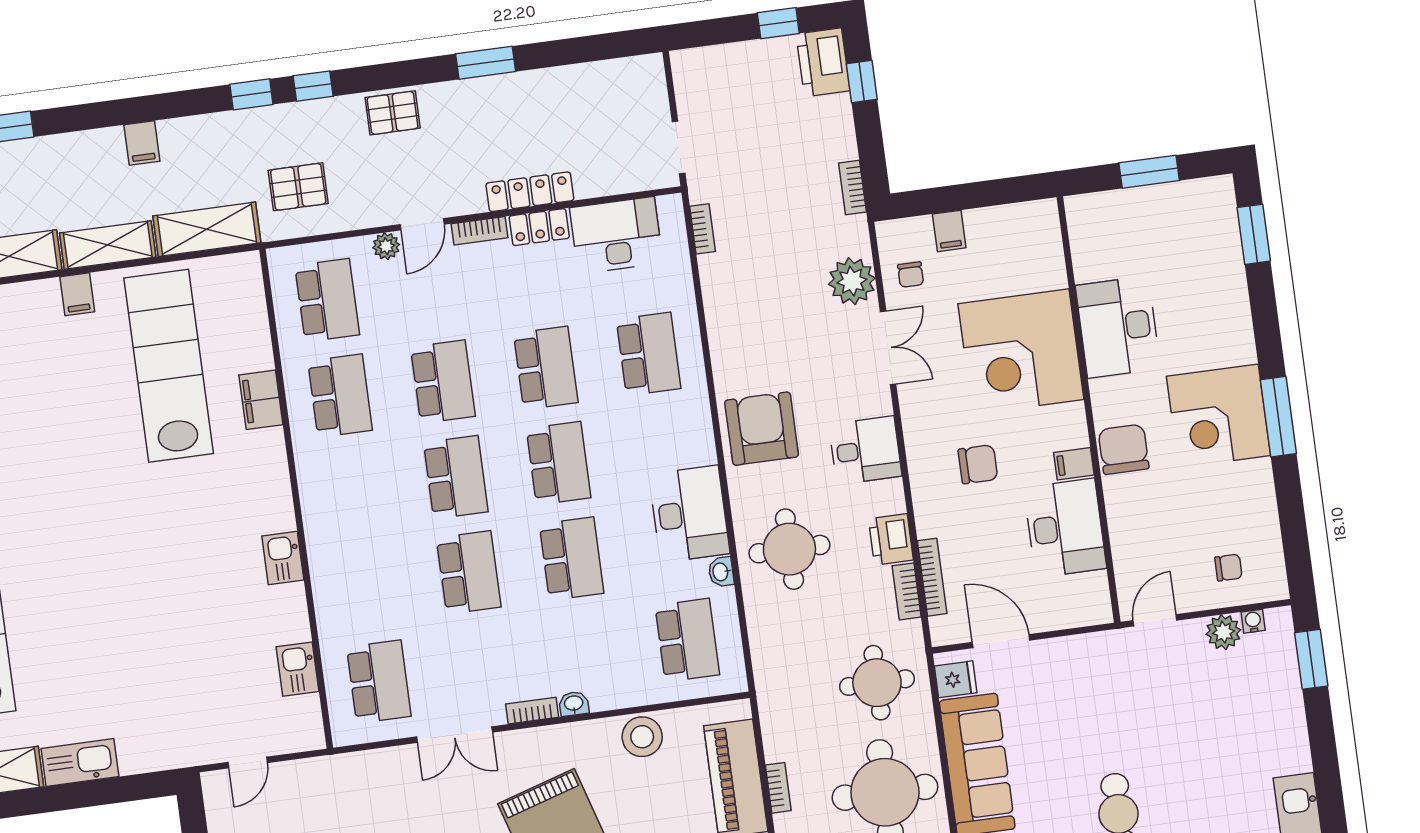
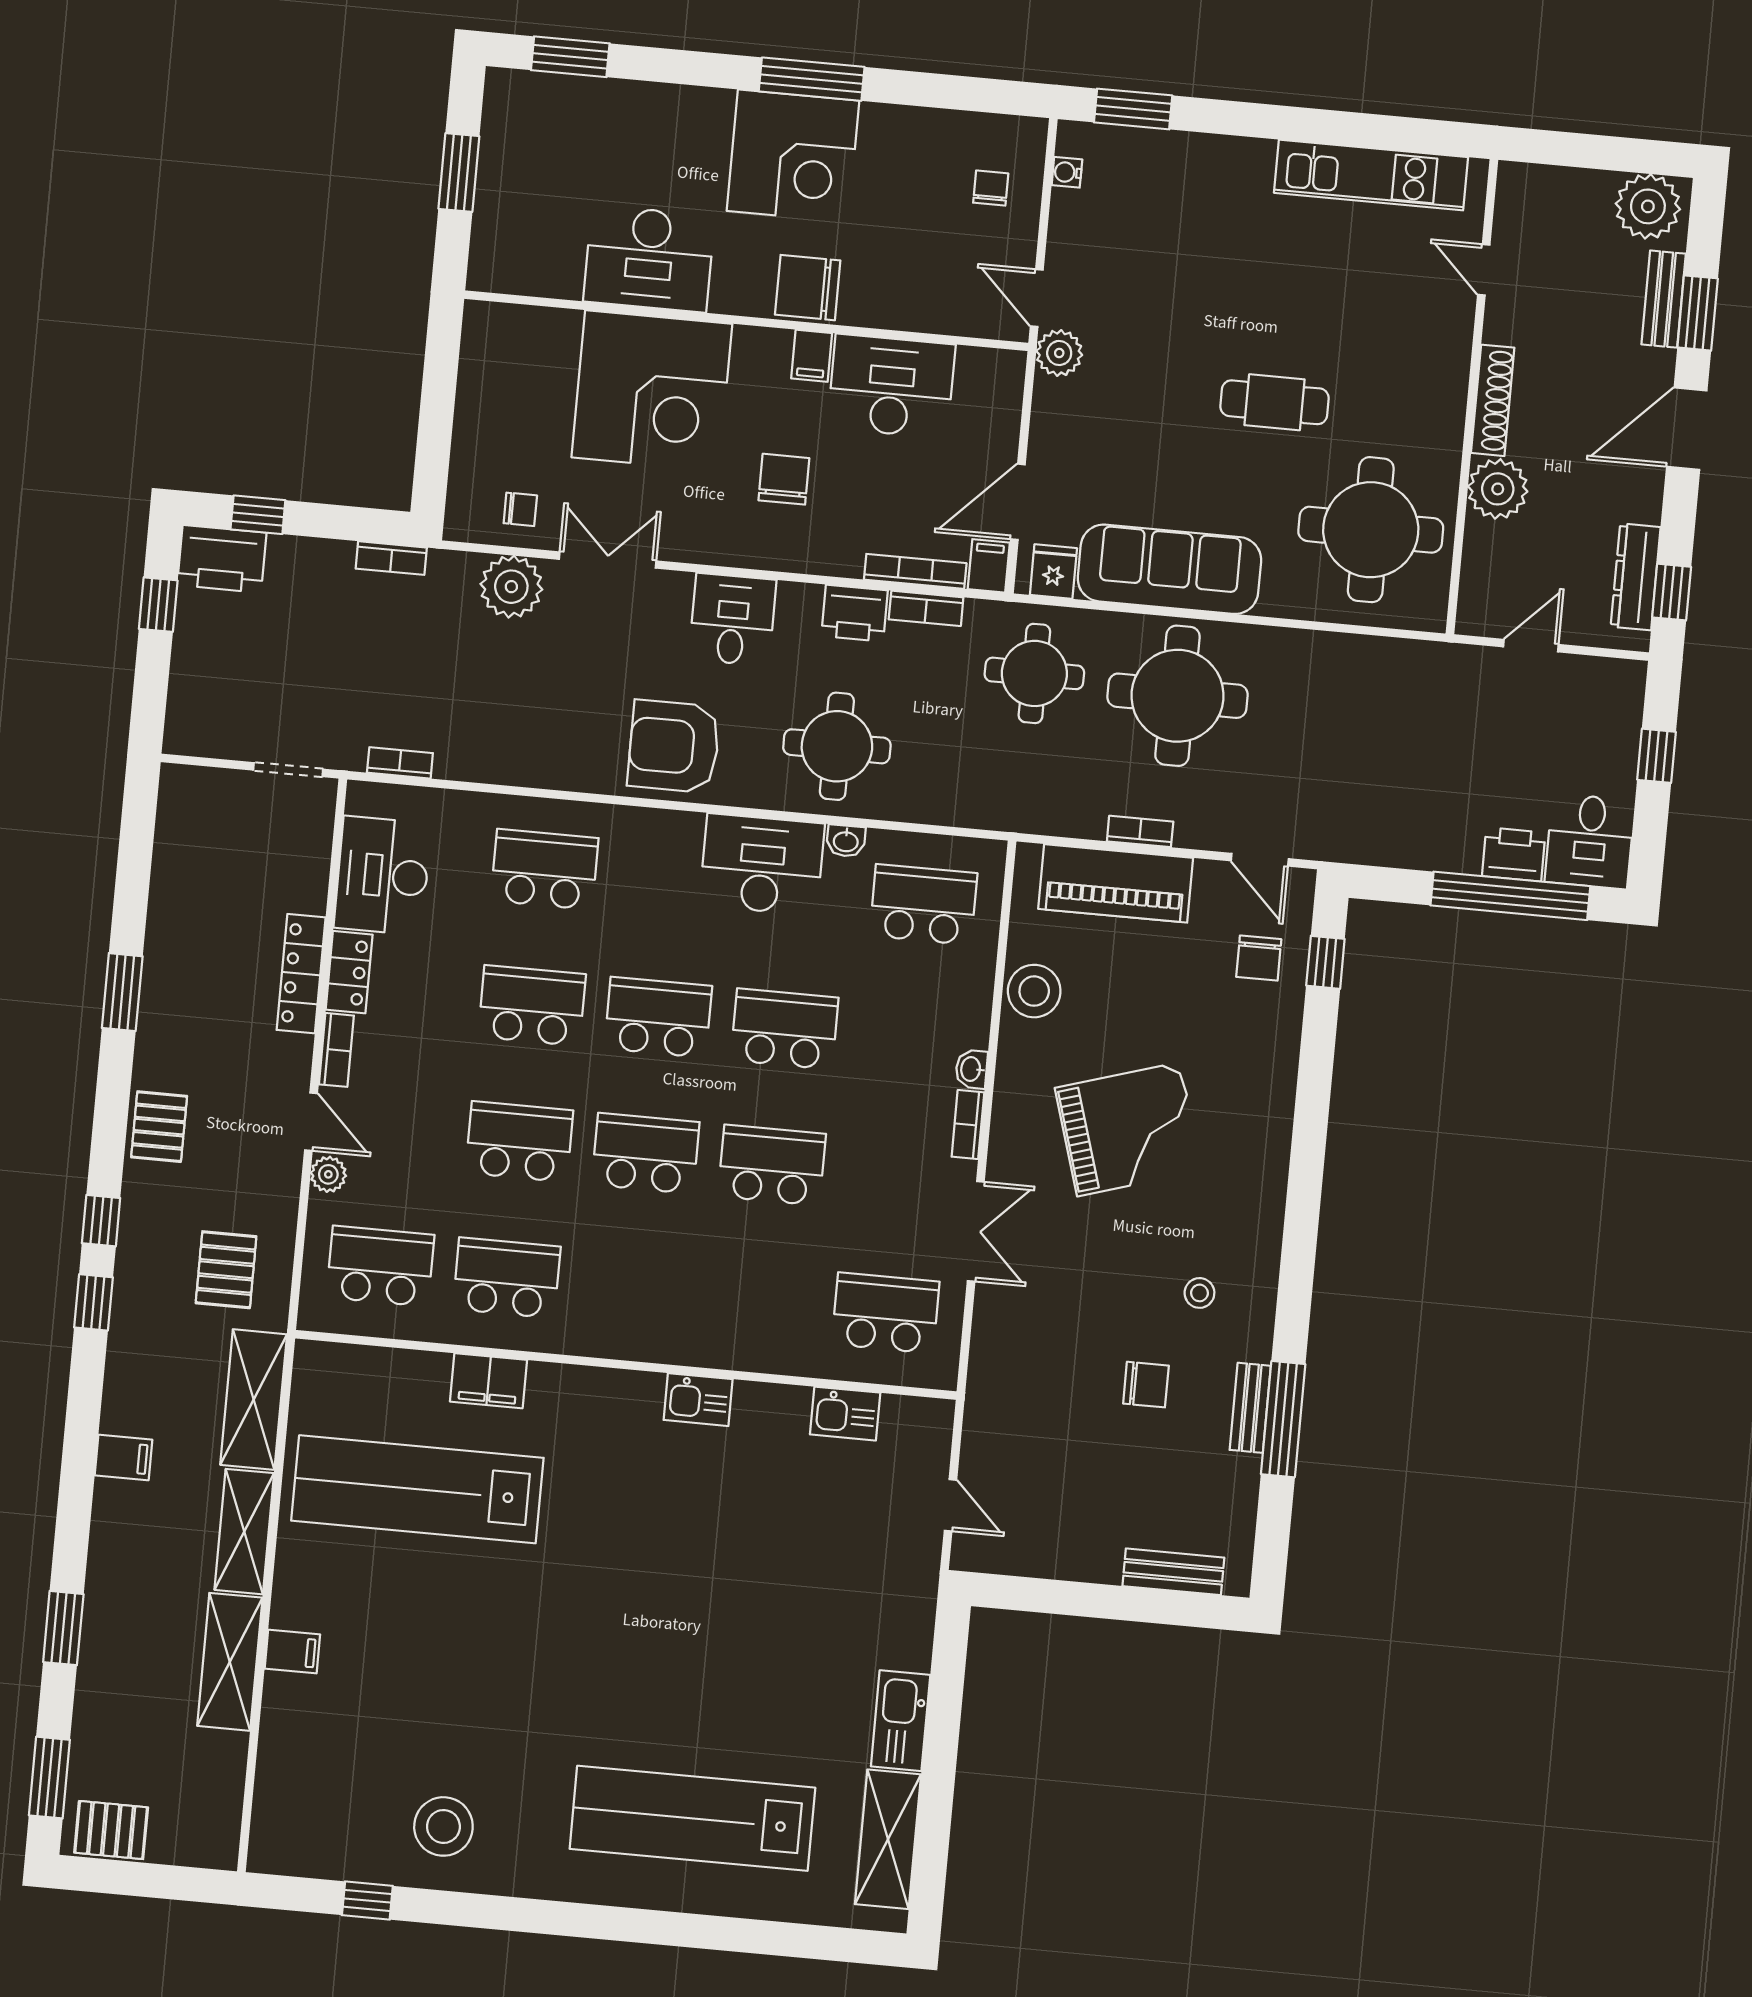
filing cabinet: (949, 231) -> (989, 566), moved, turned -90
filing cabinet: (77, 294) -> (292, 1652), moved
plant: (1223, 632) -> (1059, 353), moved

